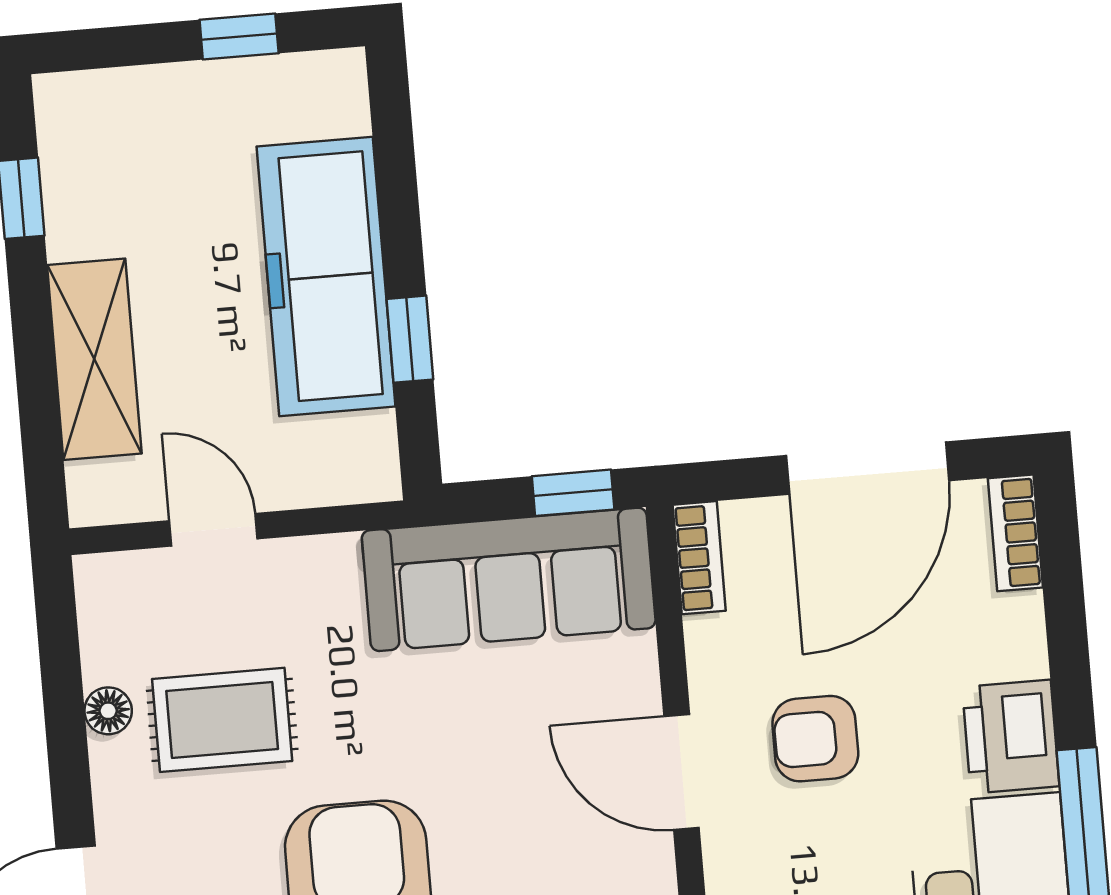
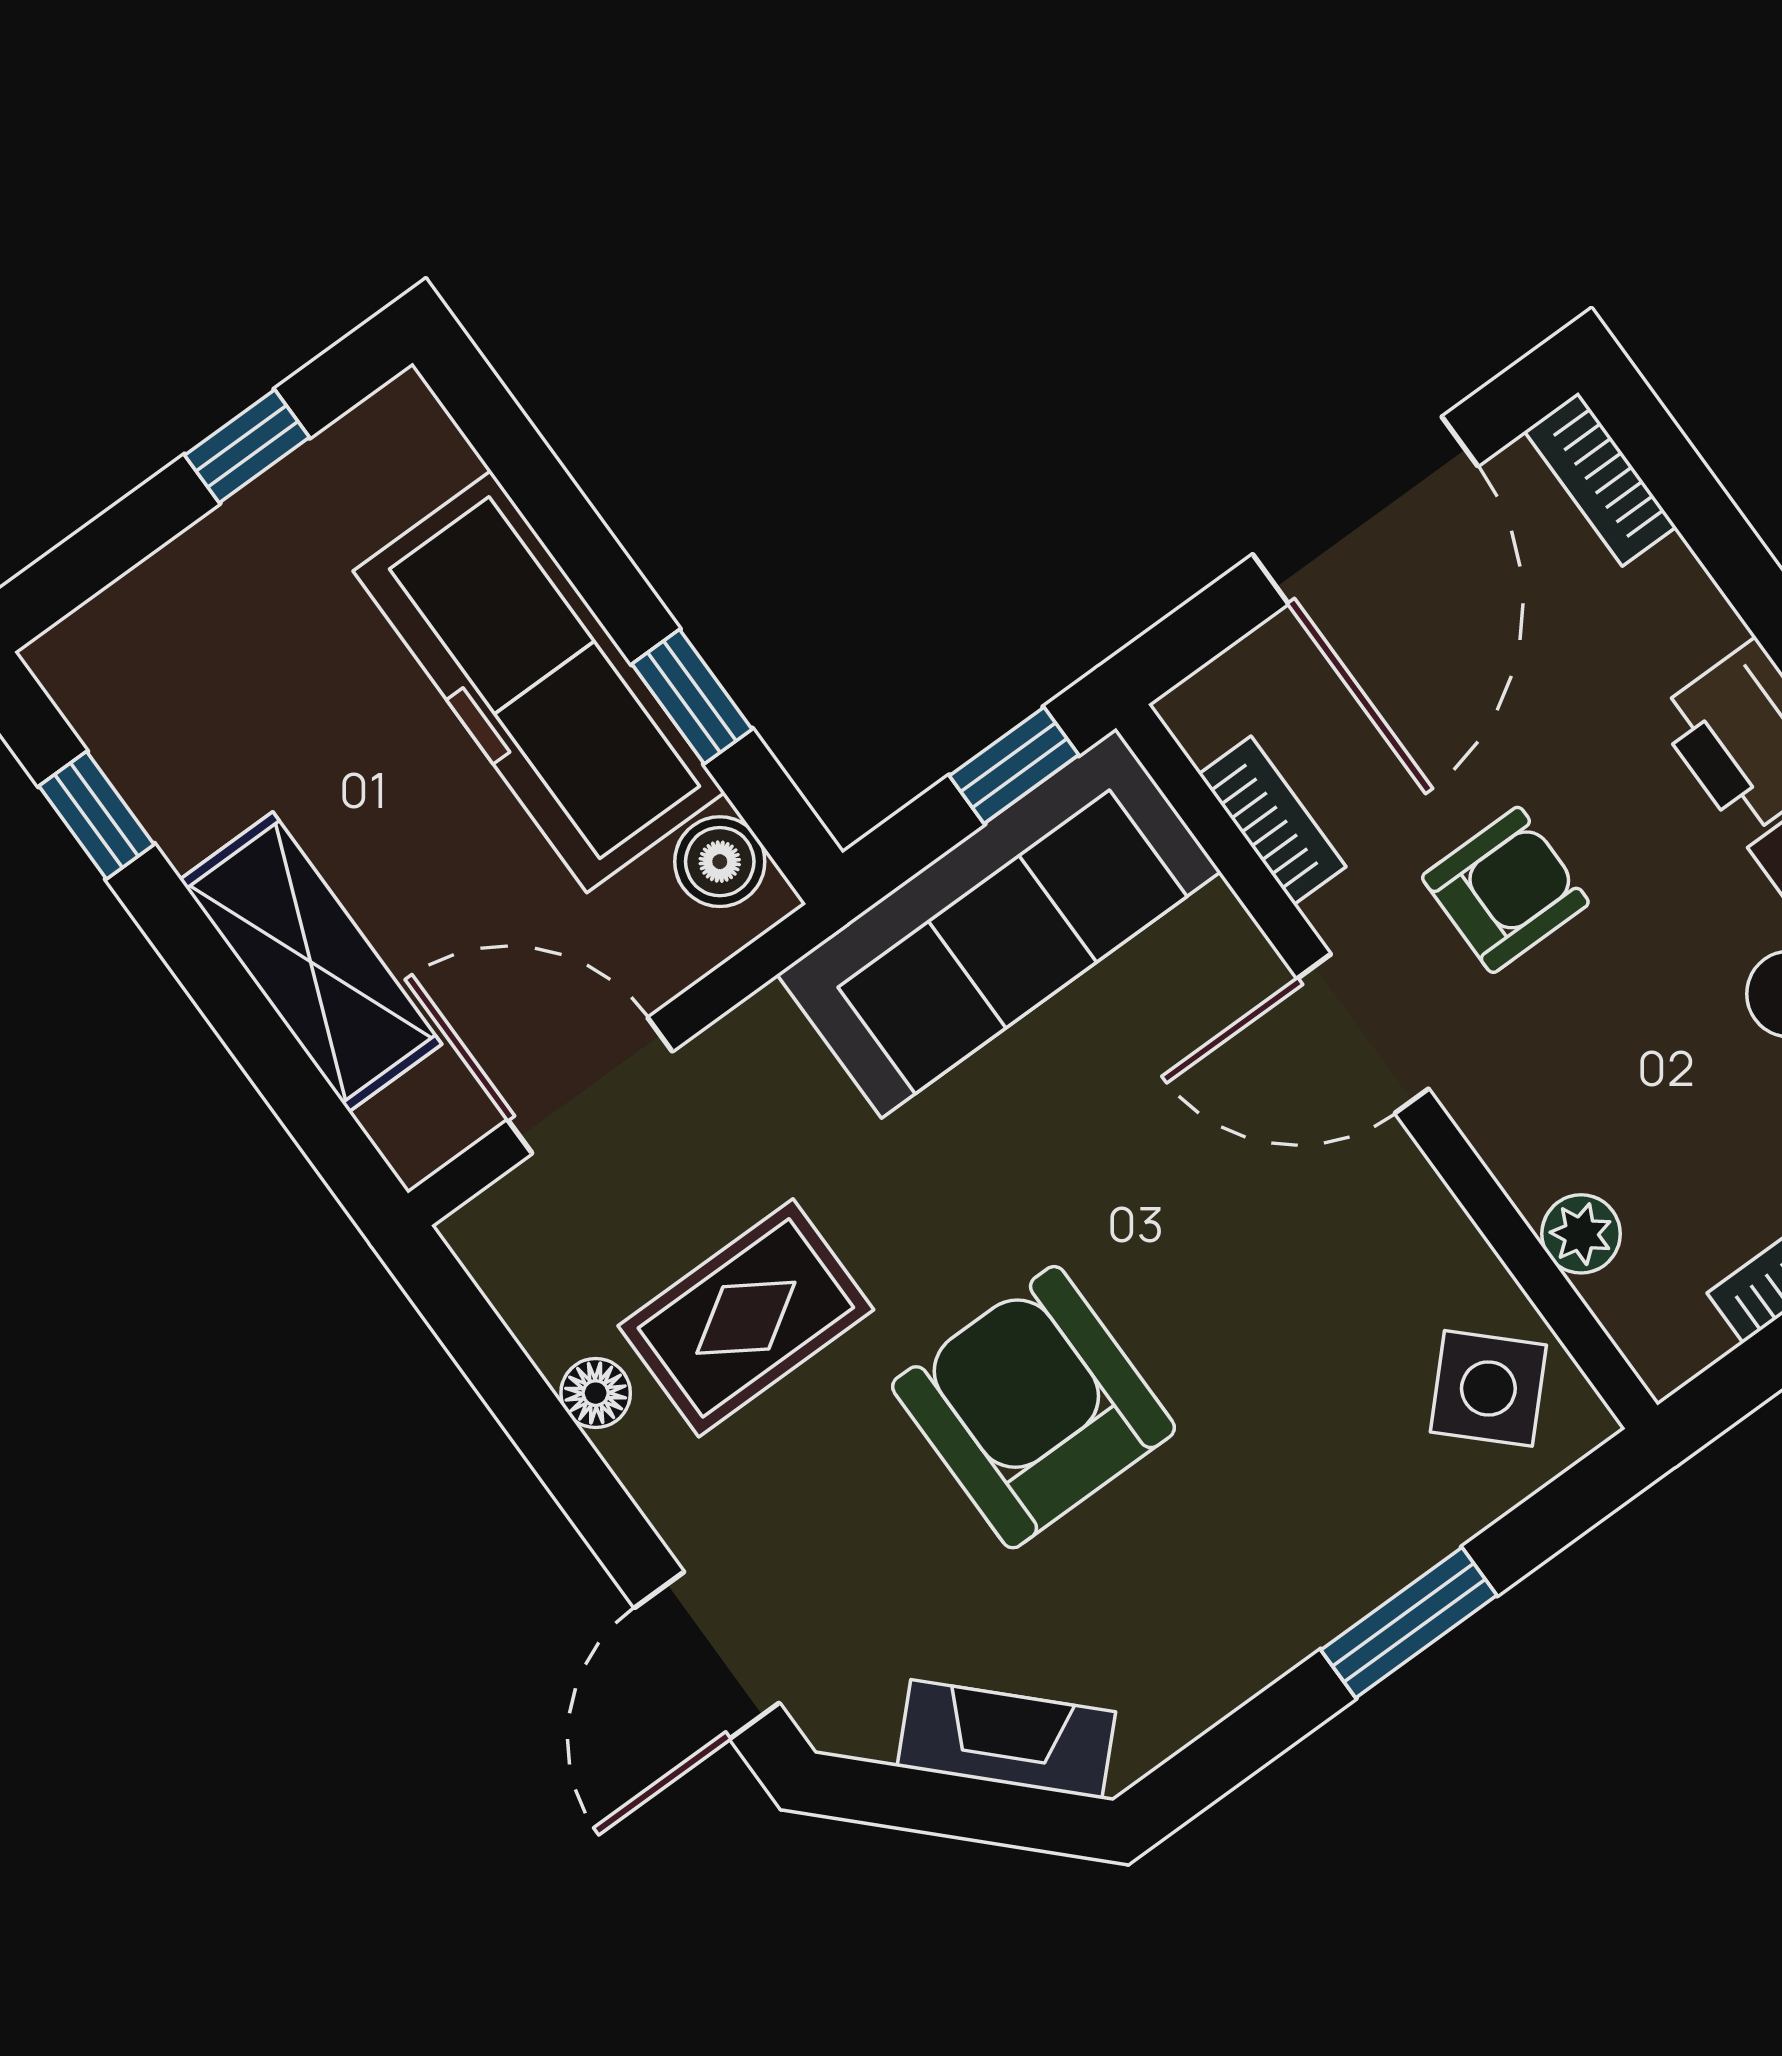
boiler: (368, 445) -> (720, 862), added
door: (213, 530) -> (590, 1086), width x1.38
bookcase: (699, 558) -> (1272, 820), moved
armchair: (815, 739) -> (1505, 890), turned 180

